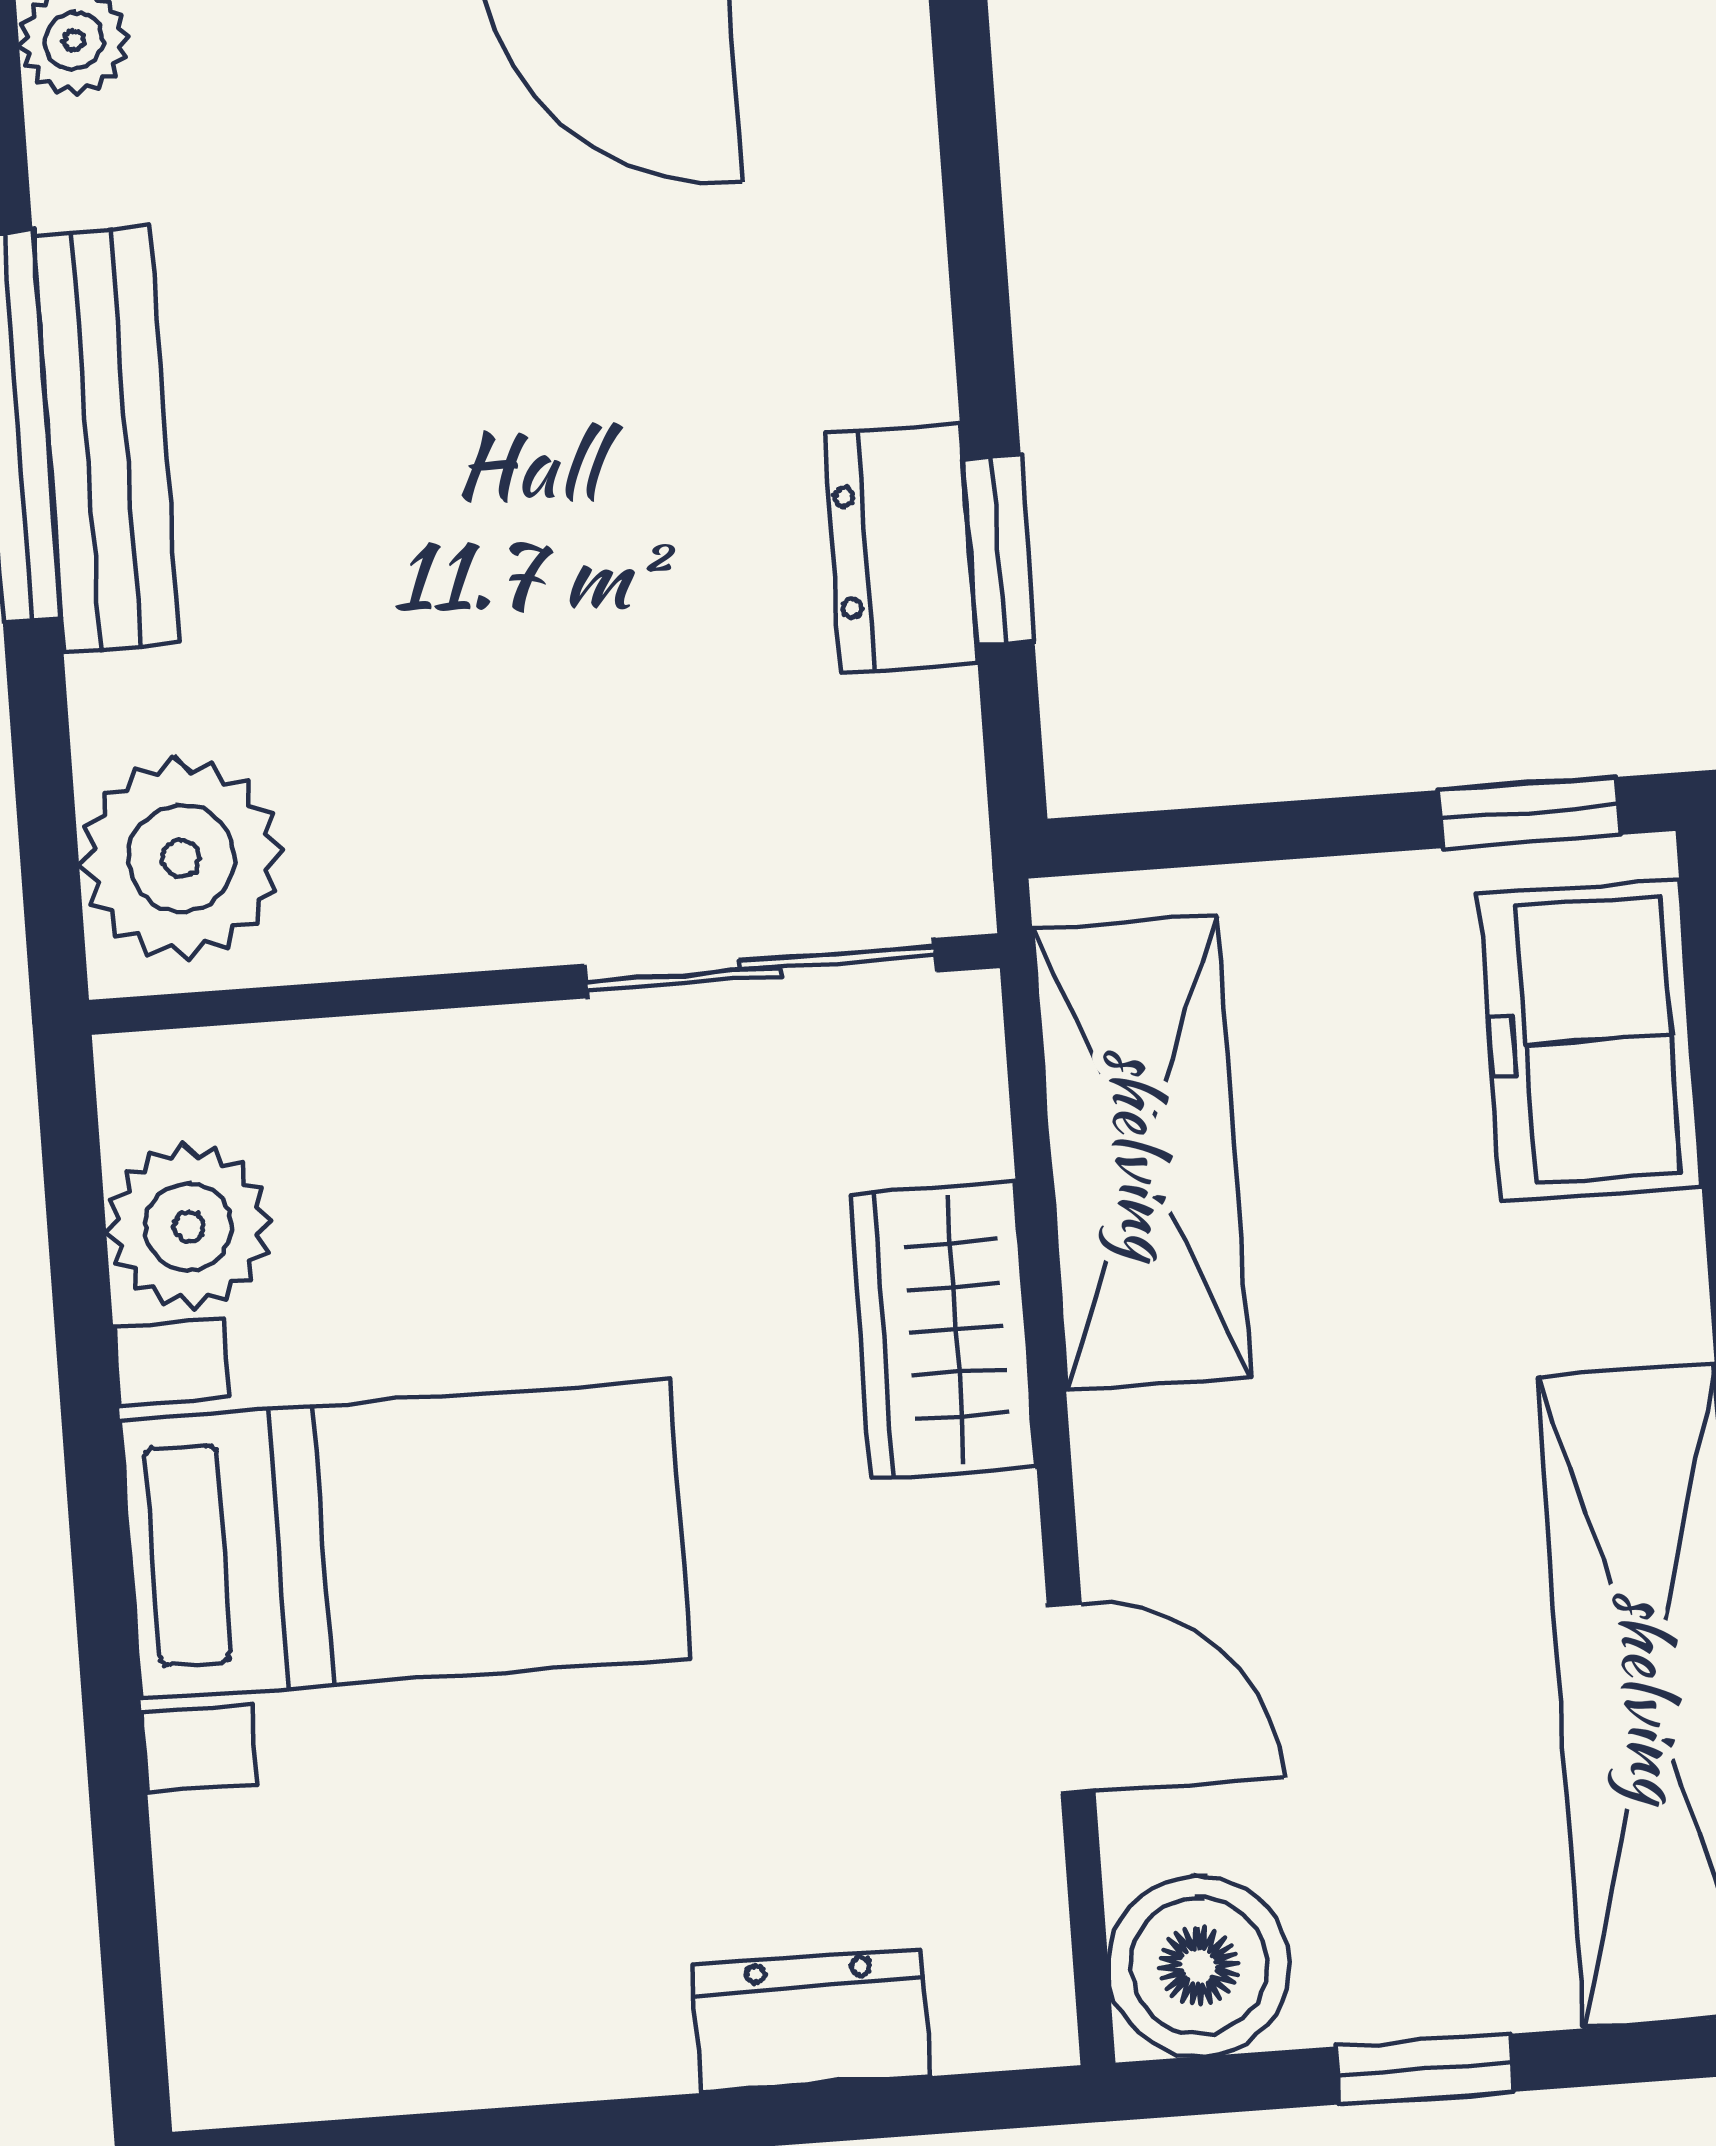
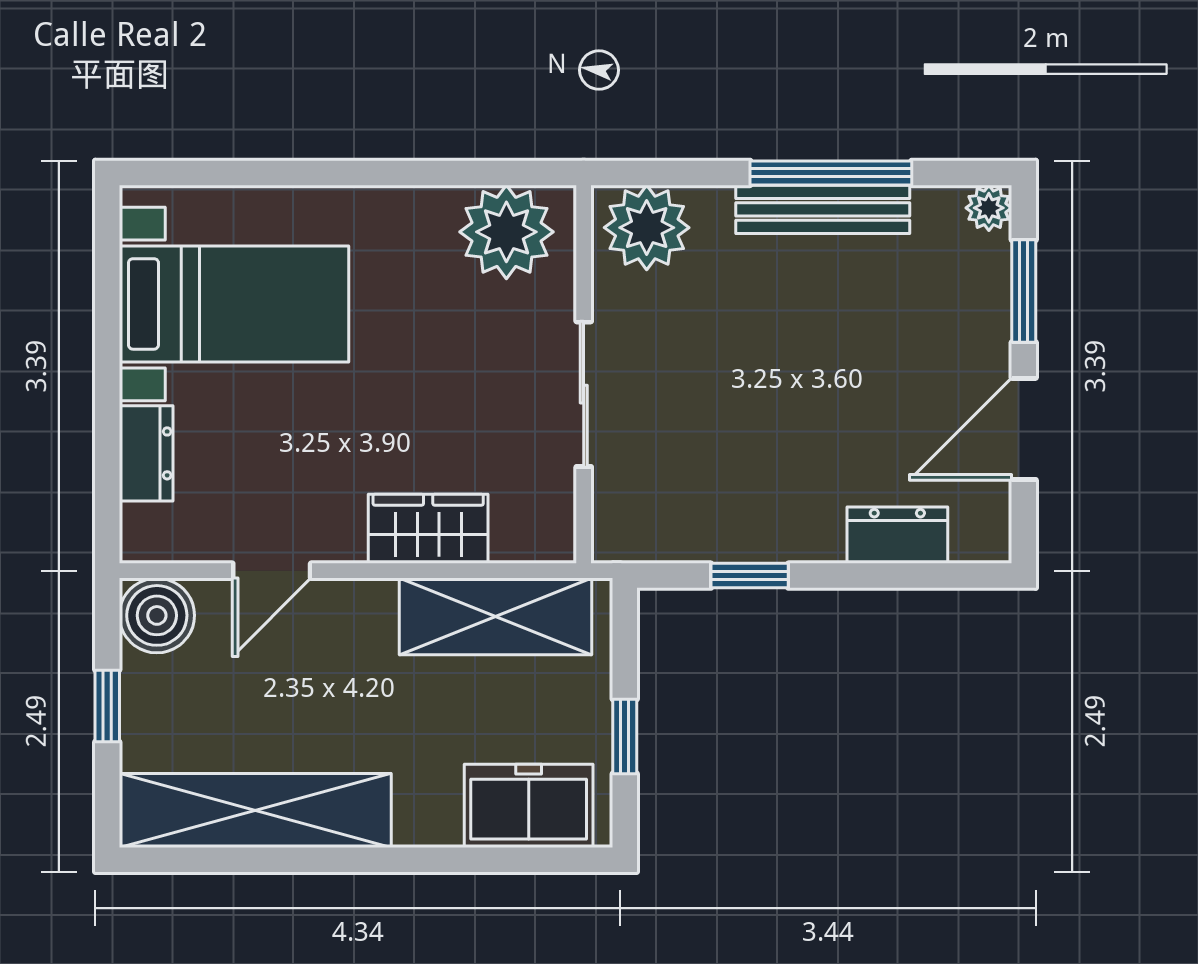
dresser: (901, 549) -> (897, 535), moved
window: (1529, 813) -> (625, 736), moved
sliding door: (760, 968) -> (584, 394), moved
plant: (189, 1227) -> (506, 232), width x1.36, depth x1.36
bed with nightstands: (405, 1539) -> (234, 304), moved, turned -90

